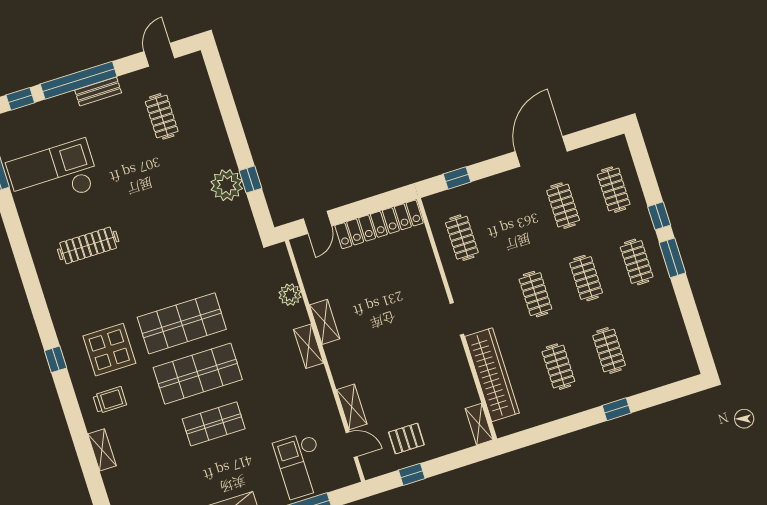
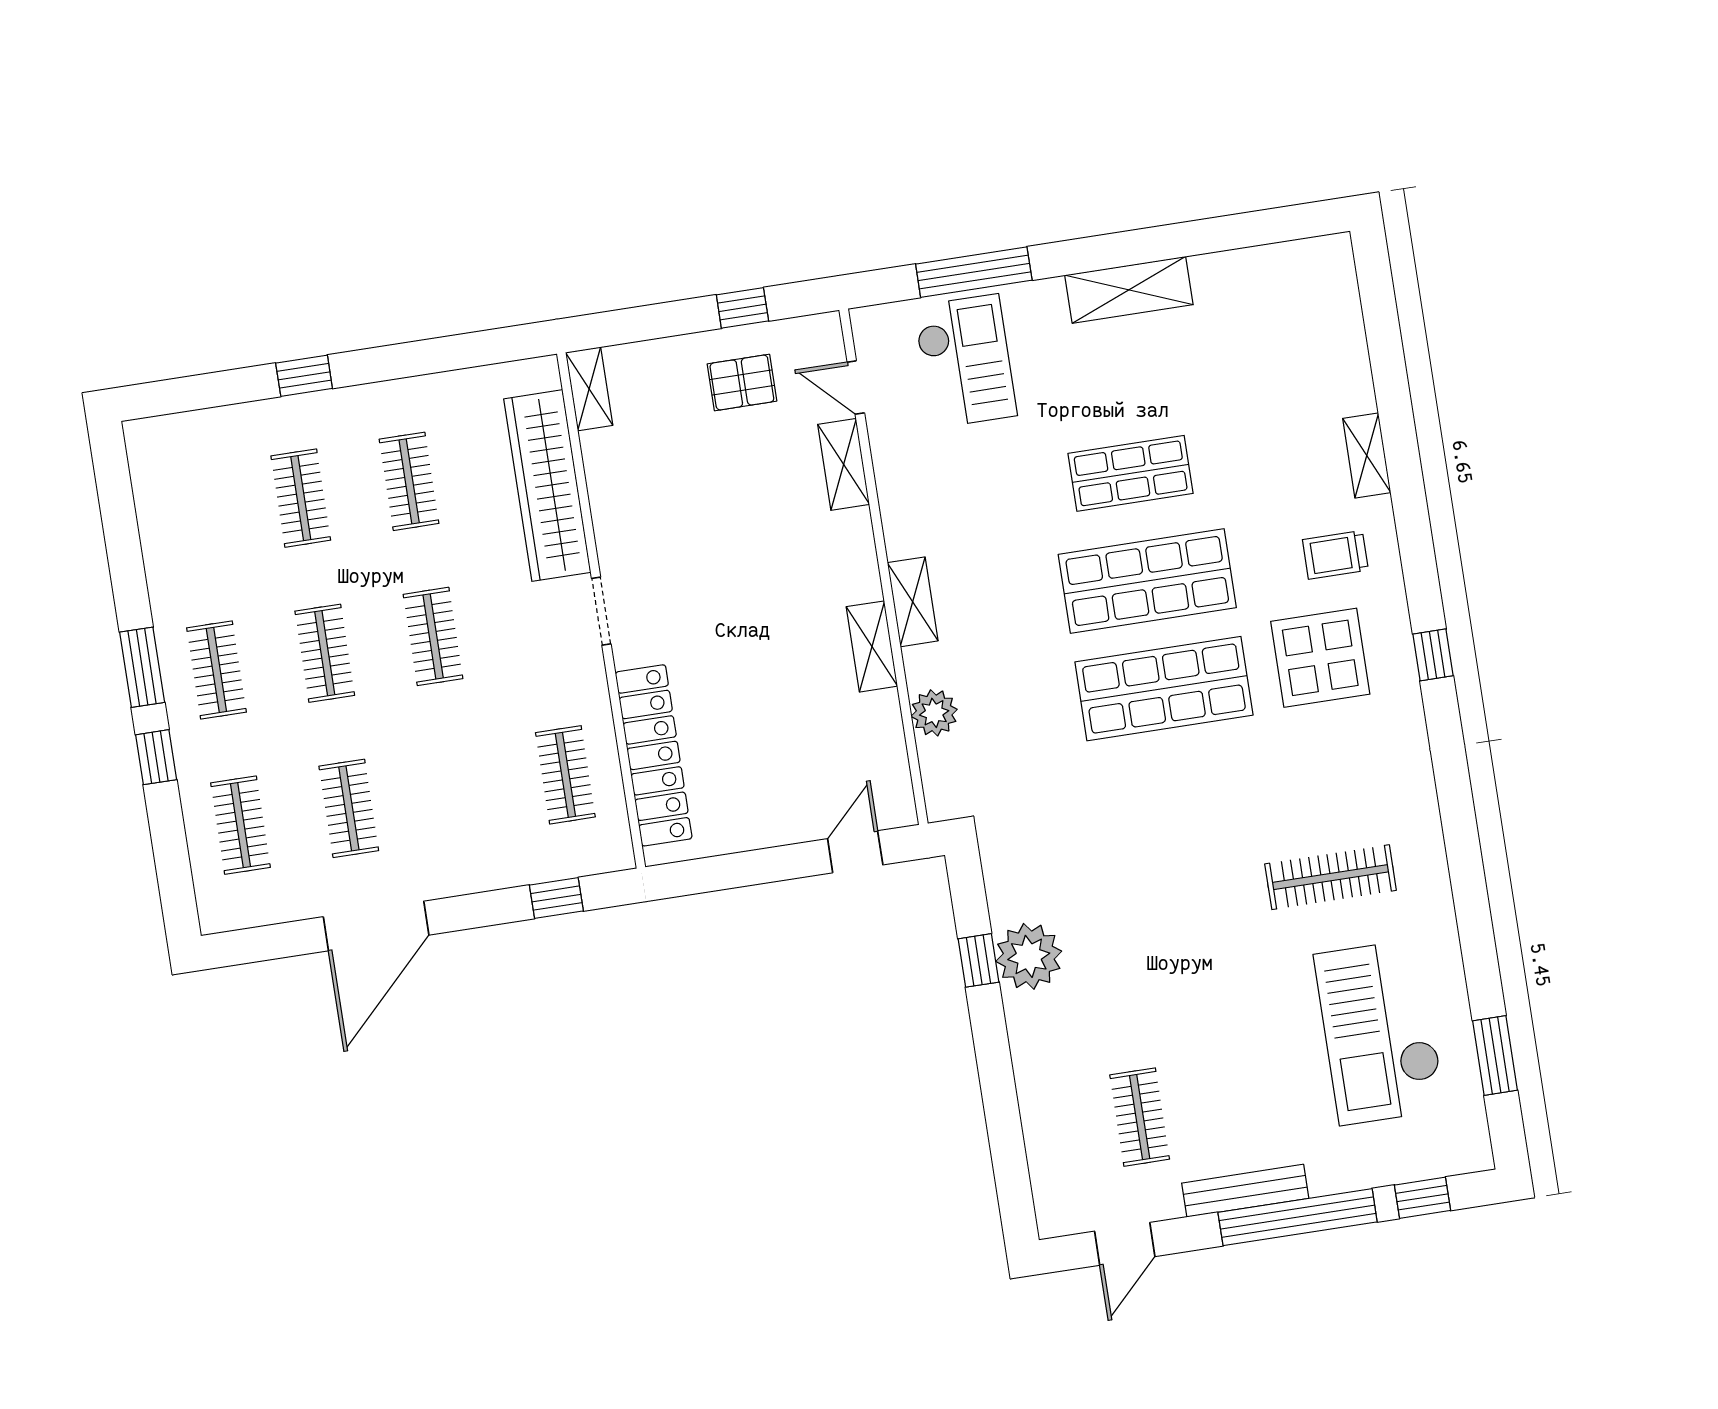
bench: (98, 91) -> (1245, 1191), width x1.36
checkout: (53, 175) -> (1380, 1032), turned 90
locker: (379, 224) -> (654, 755), moved, turned 90

